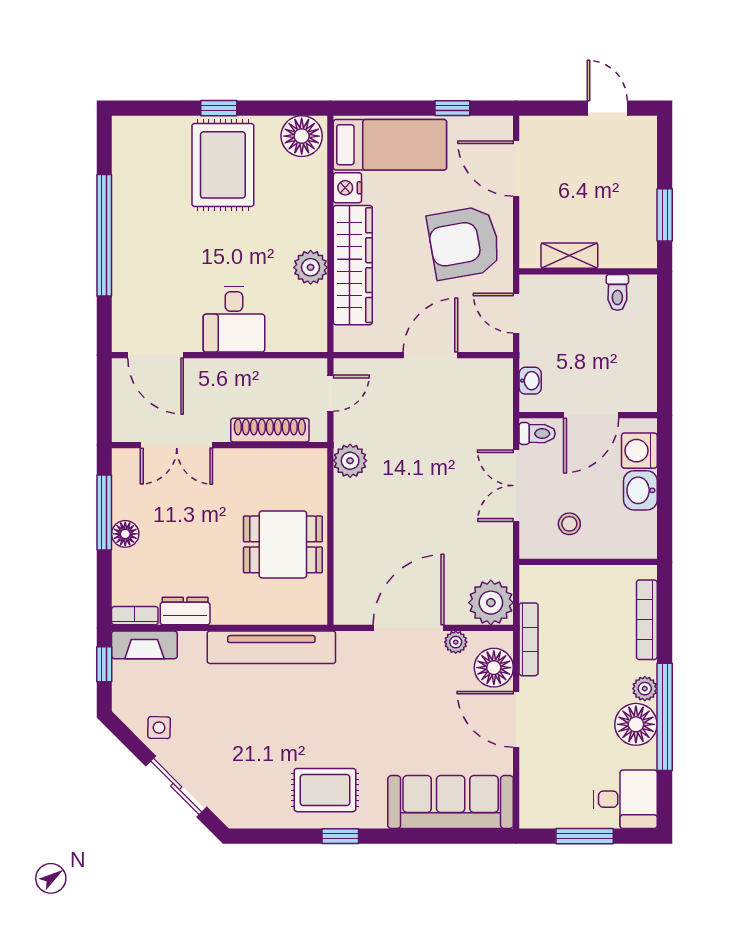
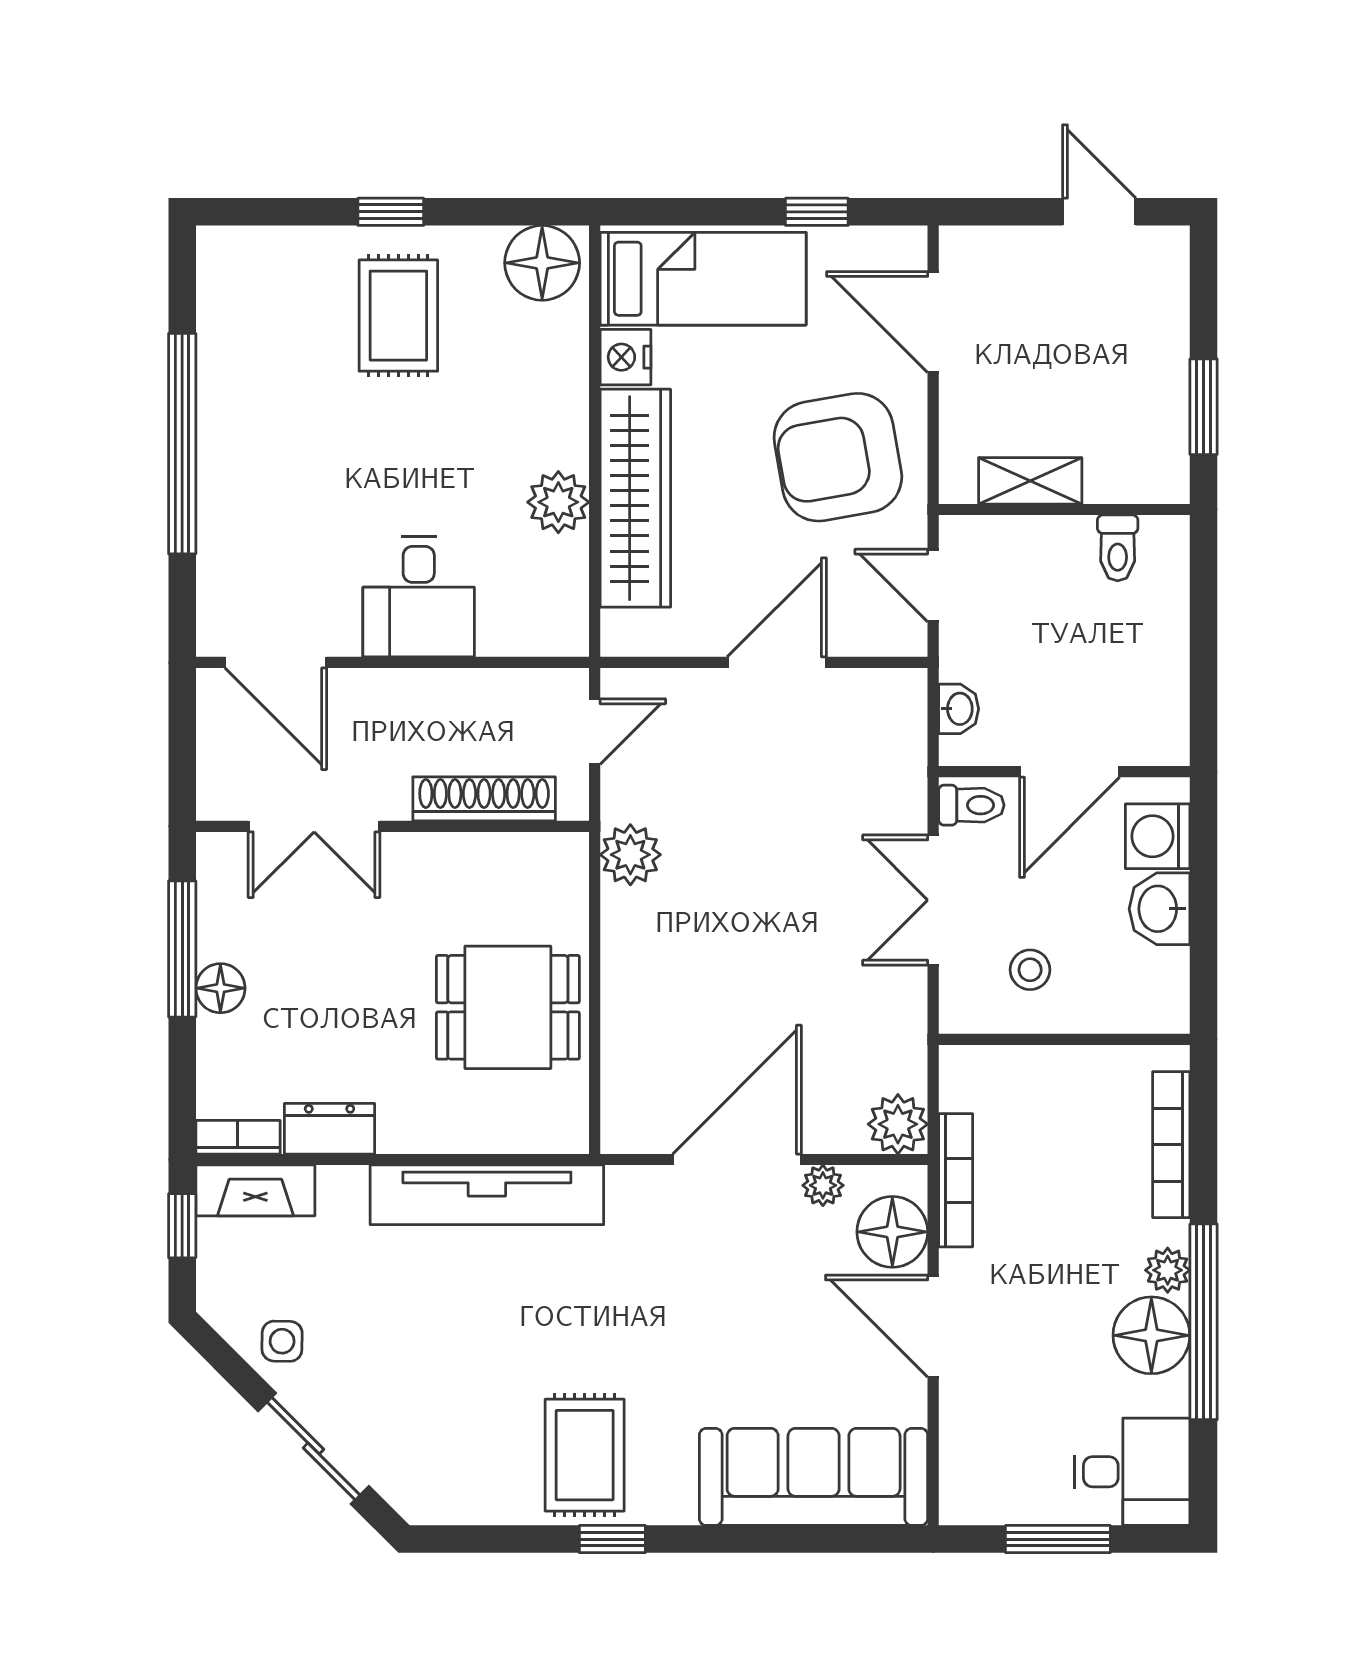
rug: (223, 165) -> (398, 316), width x0.73, depth x0.70
plant: (491, 603) -> (898, 1124), width x0.73, depth x0.73
rug: (325, 790) -> (585, 1455), turned 90

